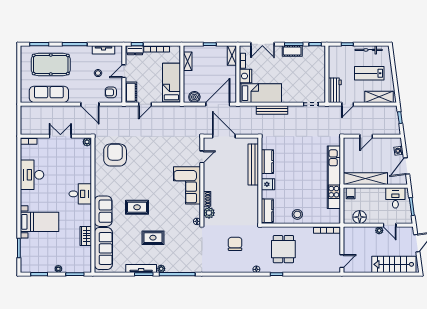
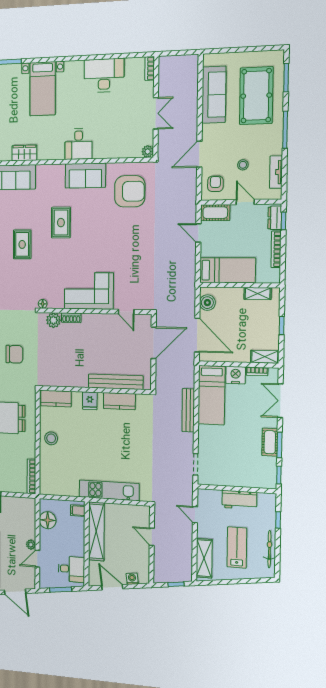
workbench: (335, 90) -> (239, 500), moved
kitchen unit: (334, 177) -> (109, 490), width x0.73
sofa: (103, 211) -> (85, 176), moved

